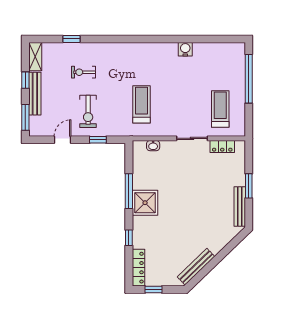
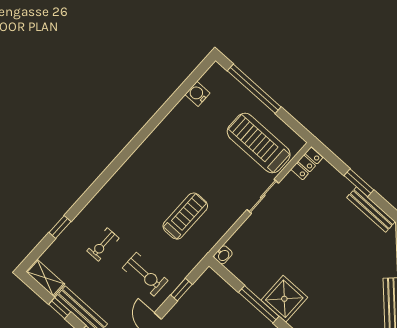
water cooler: (185, 49) -> (197, 94), moved
treadmill: (142, 104) -> (185, 216), turned 90
treadmill: (220, 109) -> (259, 143), width x1.37, depth x1.38
washbasin: (153, 146) -> (223, 255), moved
locker: (222, 147) -> (307, 163), moved

